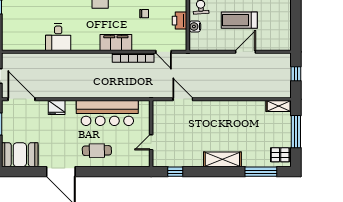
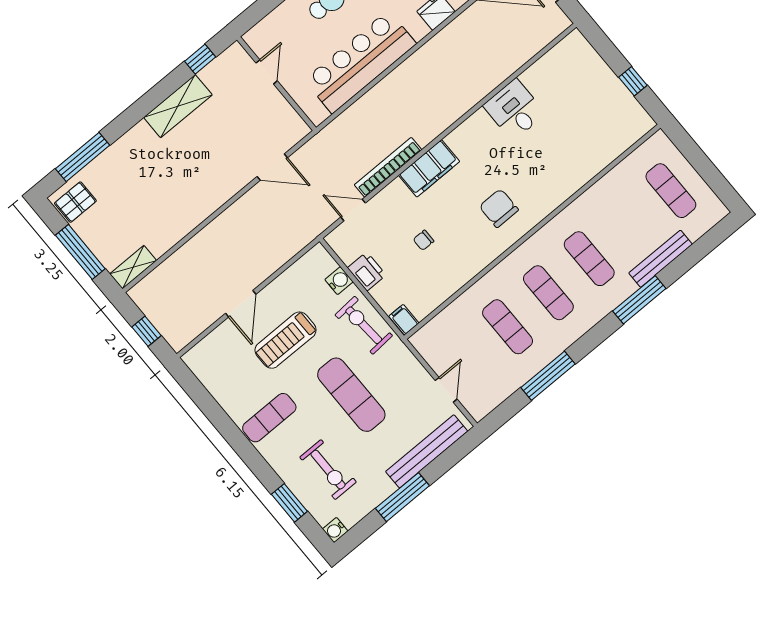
treadmill: (239, 20) -> (286, 340), turned 180
shelving: (222, 159) -> (178, 106), moved

